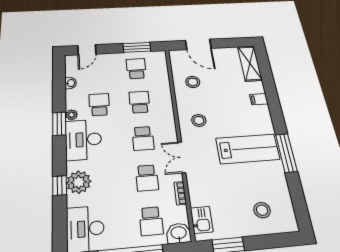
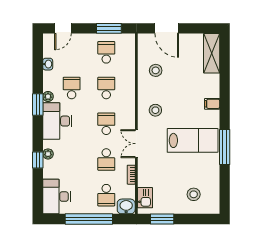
filing cabinet: (259, 99) -> (212, 104), moved
school desk: (143, 138) -> (106, 124), turned 180
plant: (79, 182) -> (48, 154), width x0.53, depth x0.53

